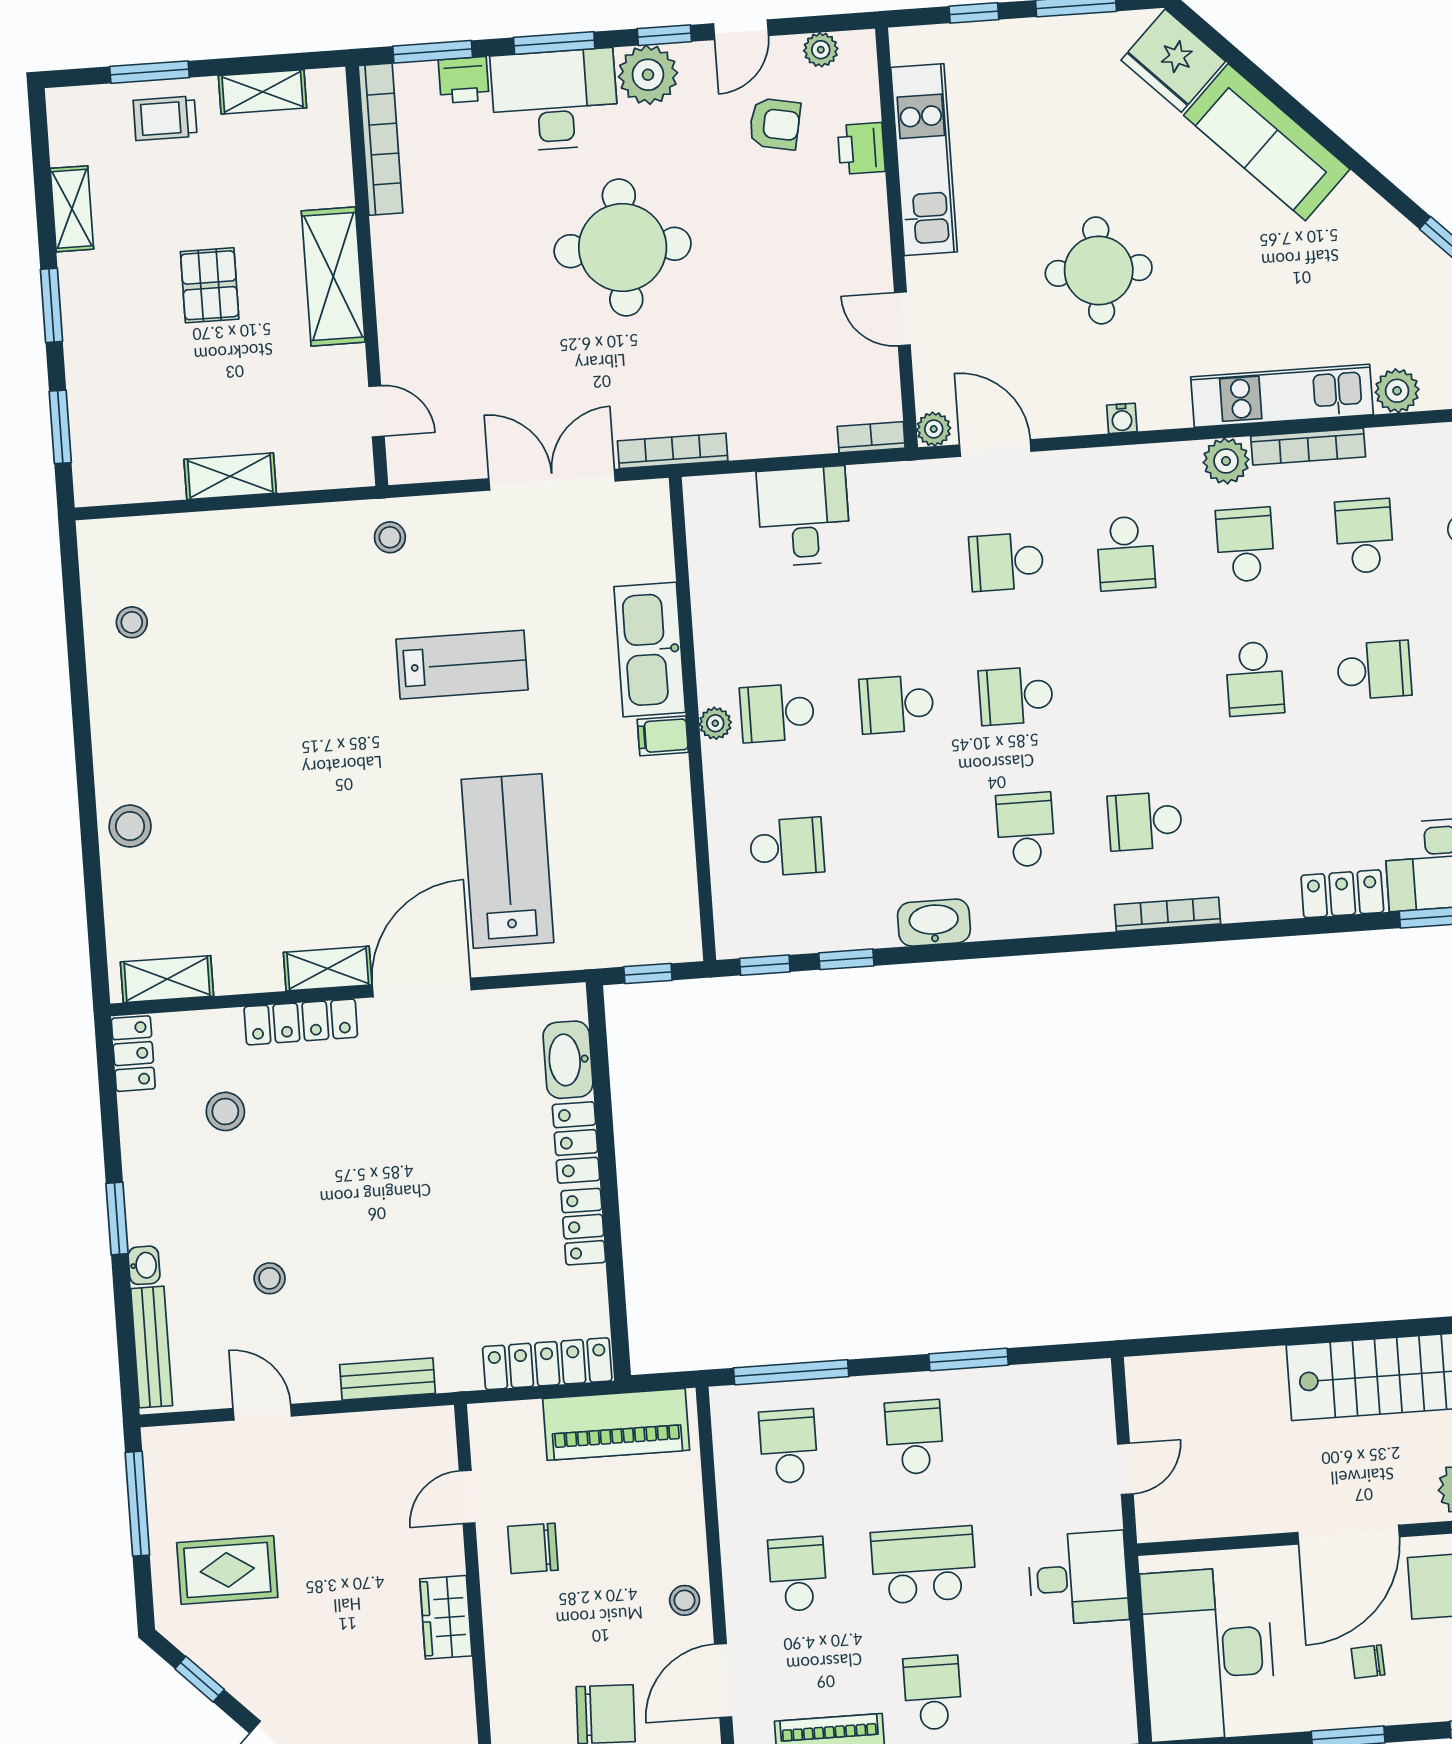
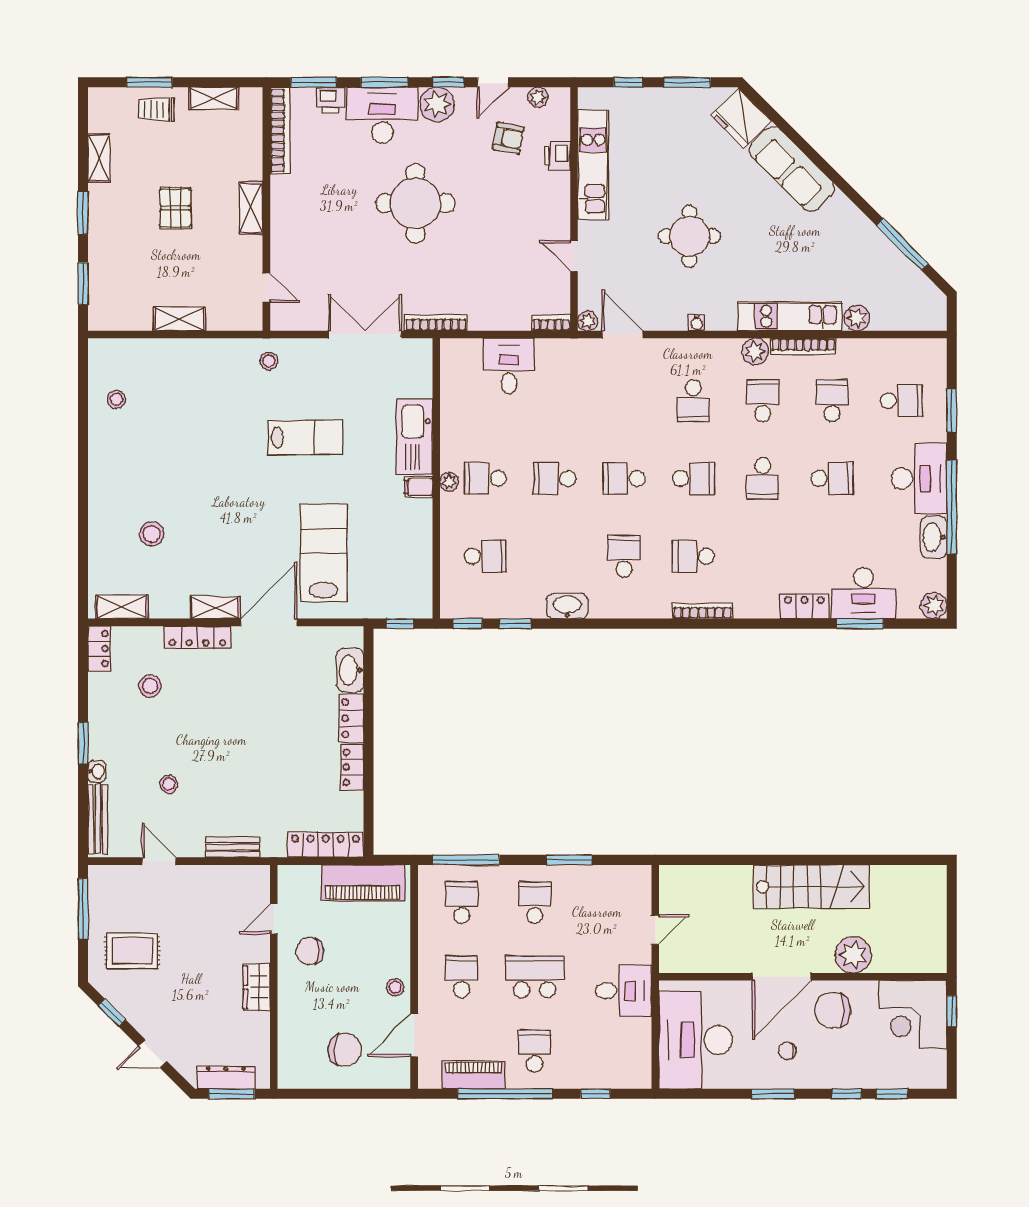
shelving: (333, 276) -> (251, 208), width x0.67, depth x0.75
school desk: (1006, 562) -> (693, 478), moved, turned 180
stool: (130, 826) -> (152, 534), moved

